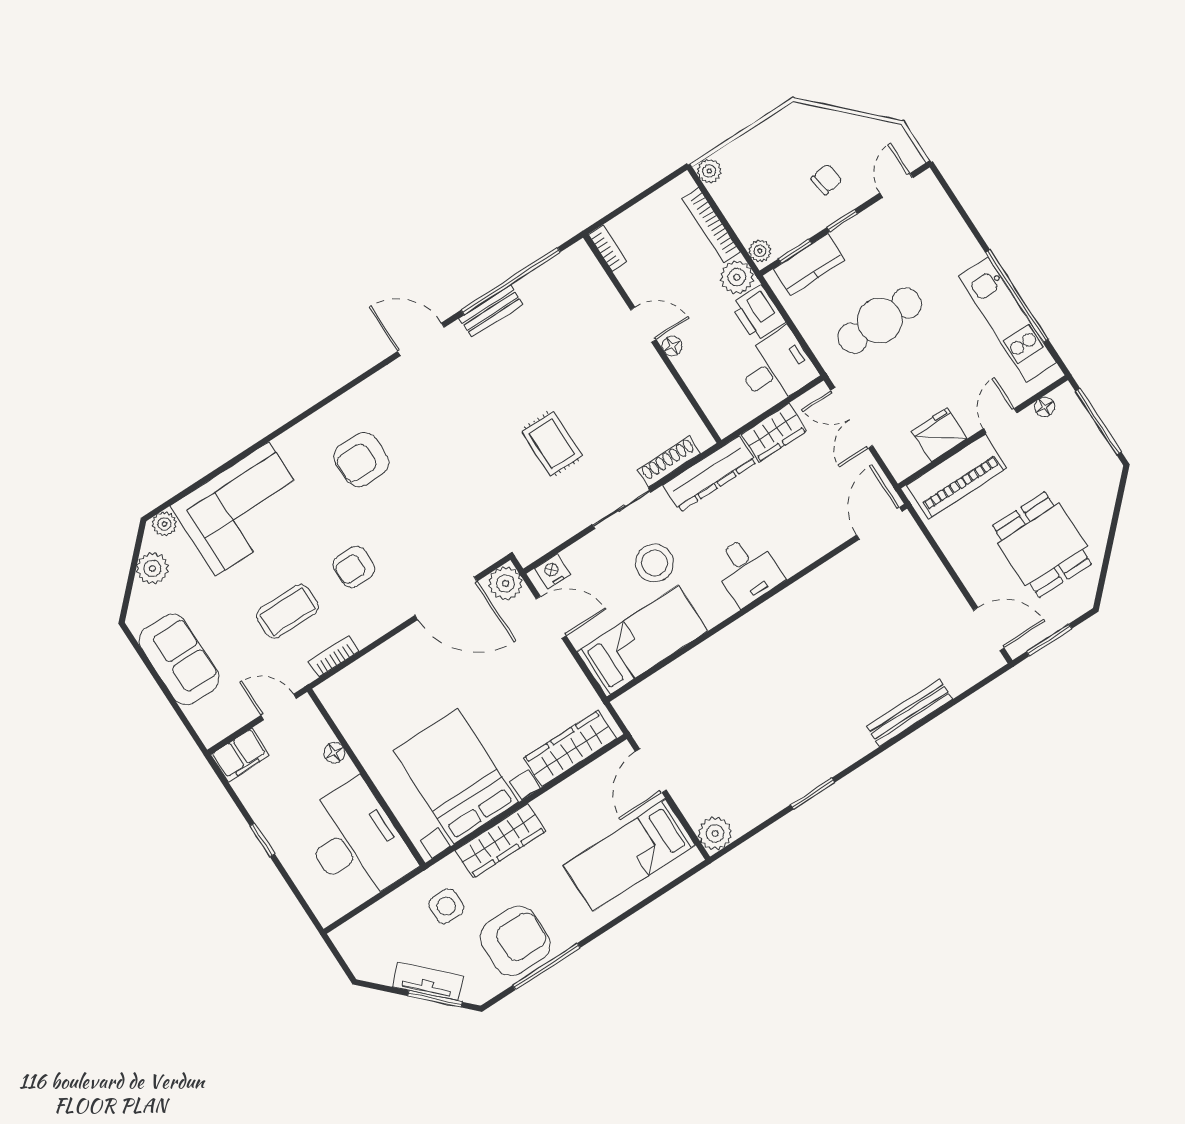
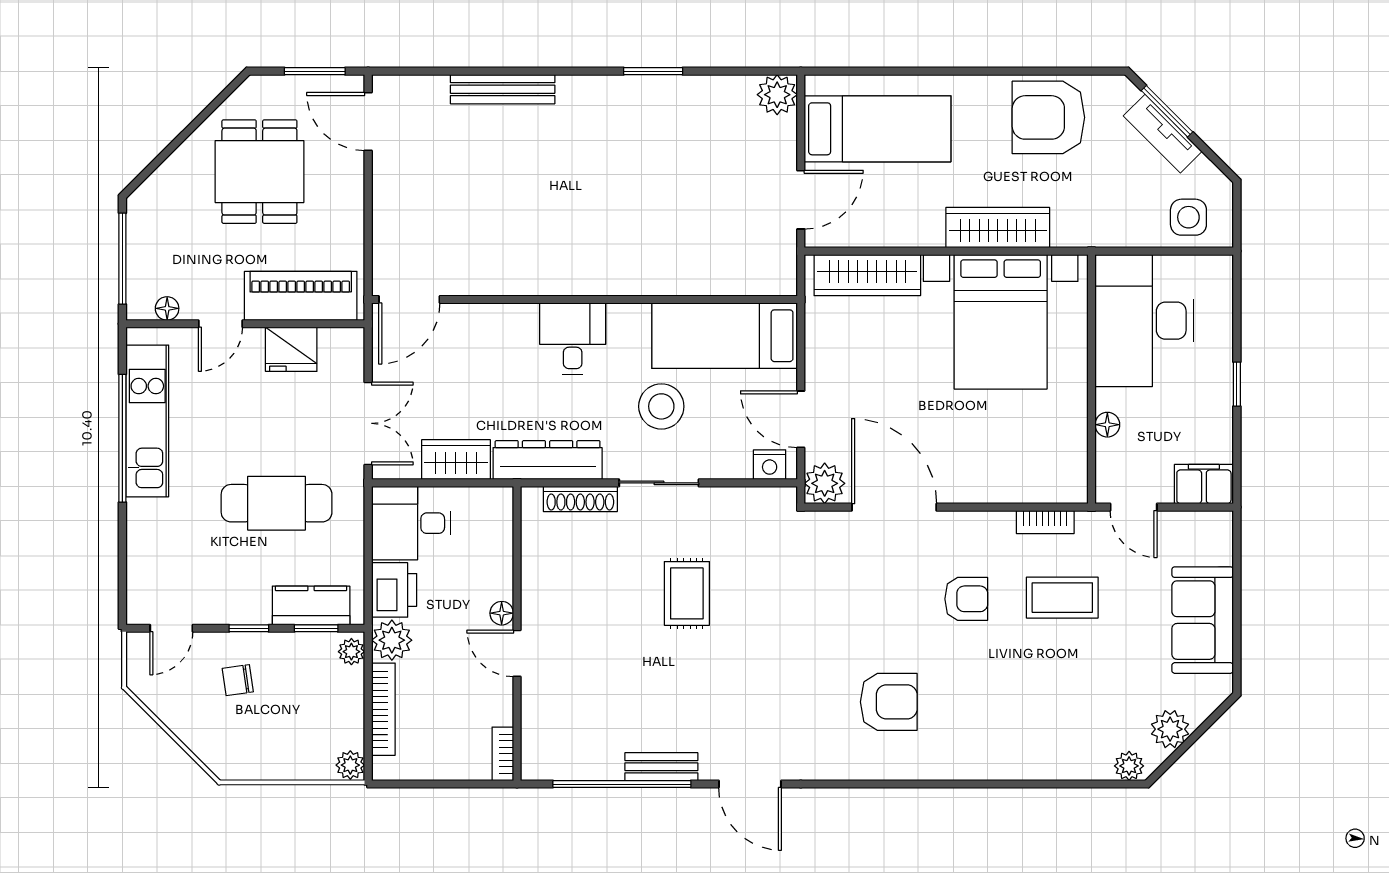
corner sofa: (242, 509) -> (1041, 730), removed
side table: (446, 906) -> (1188, 217), moved
window: (546, 966) -> (1034, 71), removed

